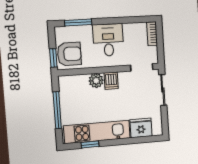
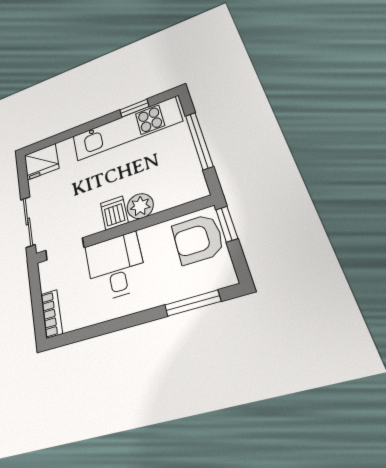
desk: (108, 40) -> (116, 266), moved, turned 180
fridge: (141, 128) -> (41, 162), moved

